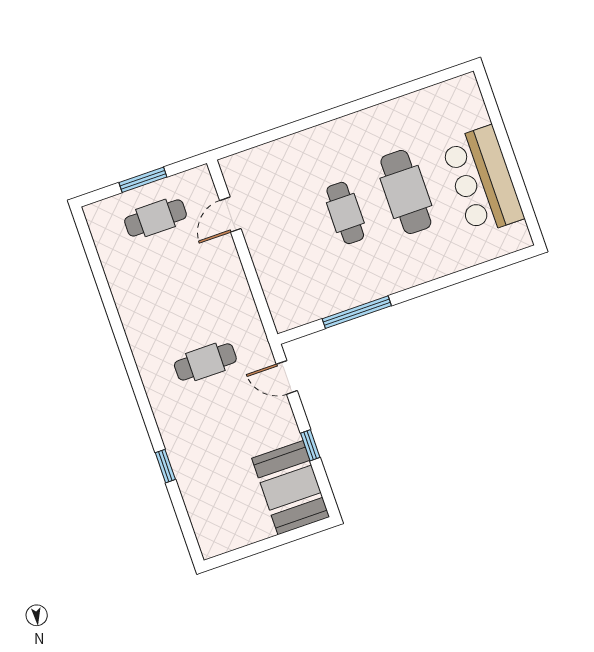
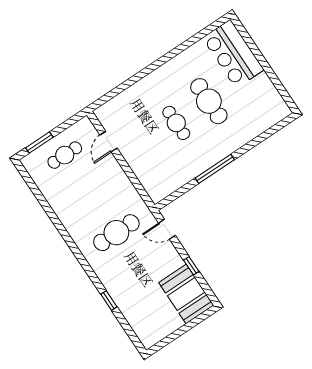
window: (143, 180) -> (39, 143), moved
bar counter: (482, 180) -> (233, 54), moved
window: (357, 312) -> (215, 169), moved
cafe table: (205, 362) -> (116, 233), width x1.37, depth x1.35

